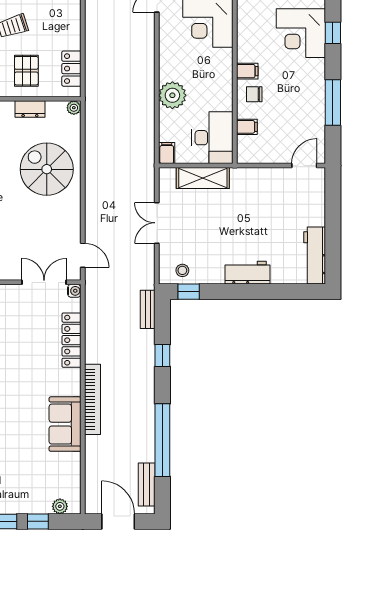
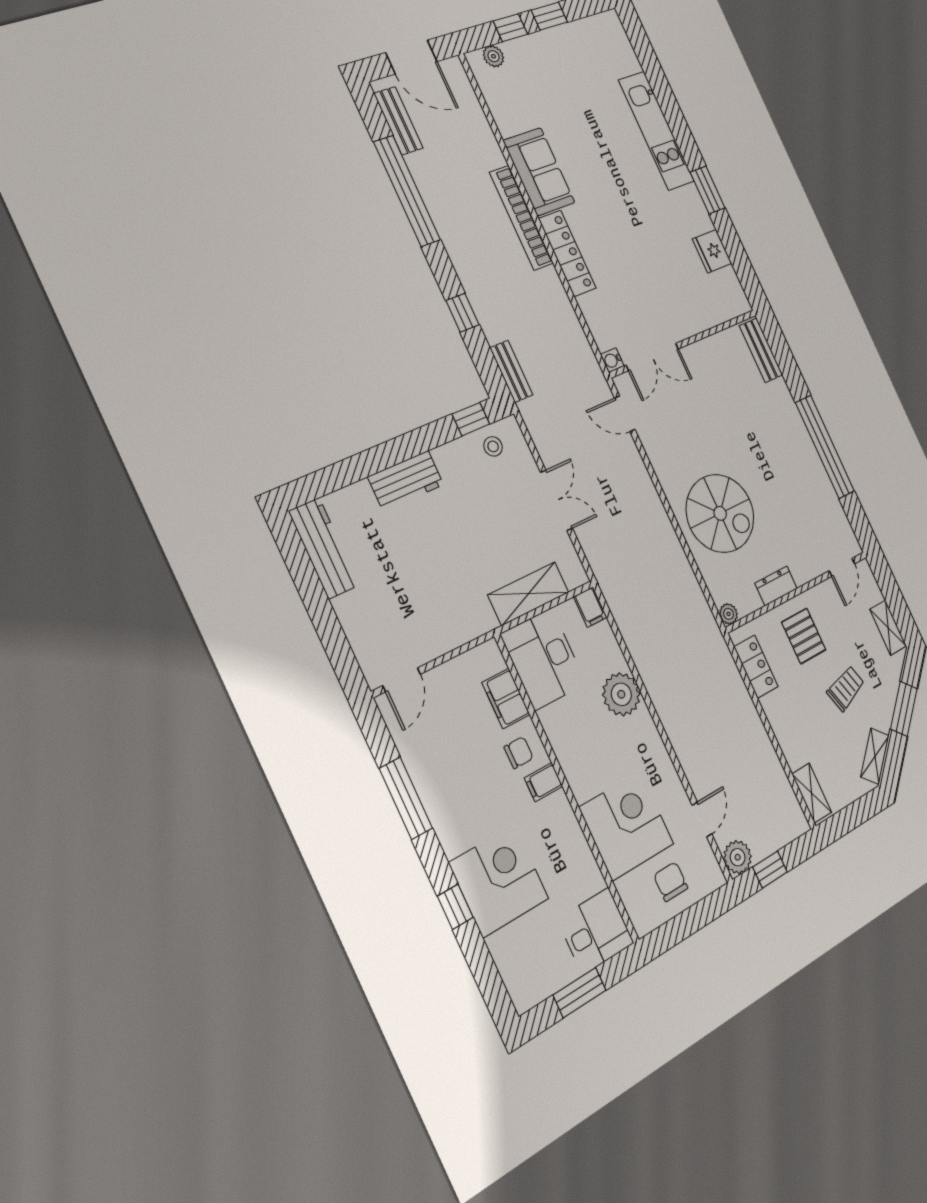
filing cabinet: (247, 127) -> (506, 699), width x2.00
locker: (71, 340) -> (567, 253), moved

